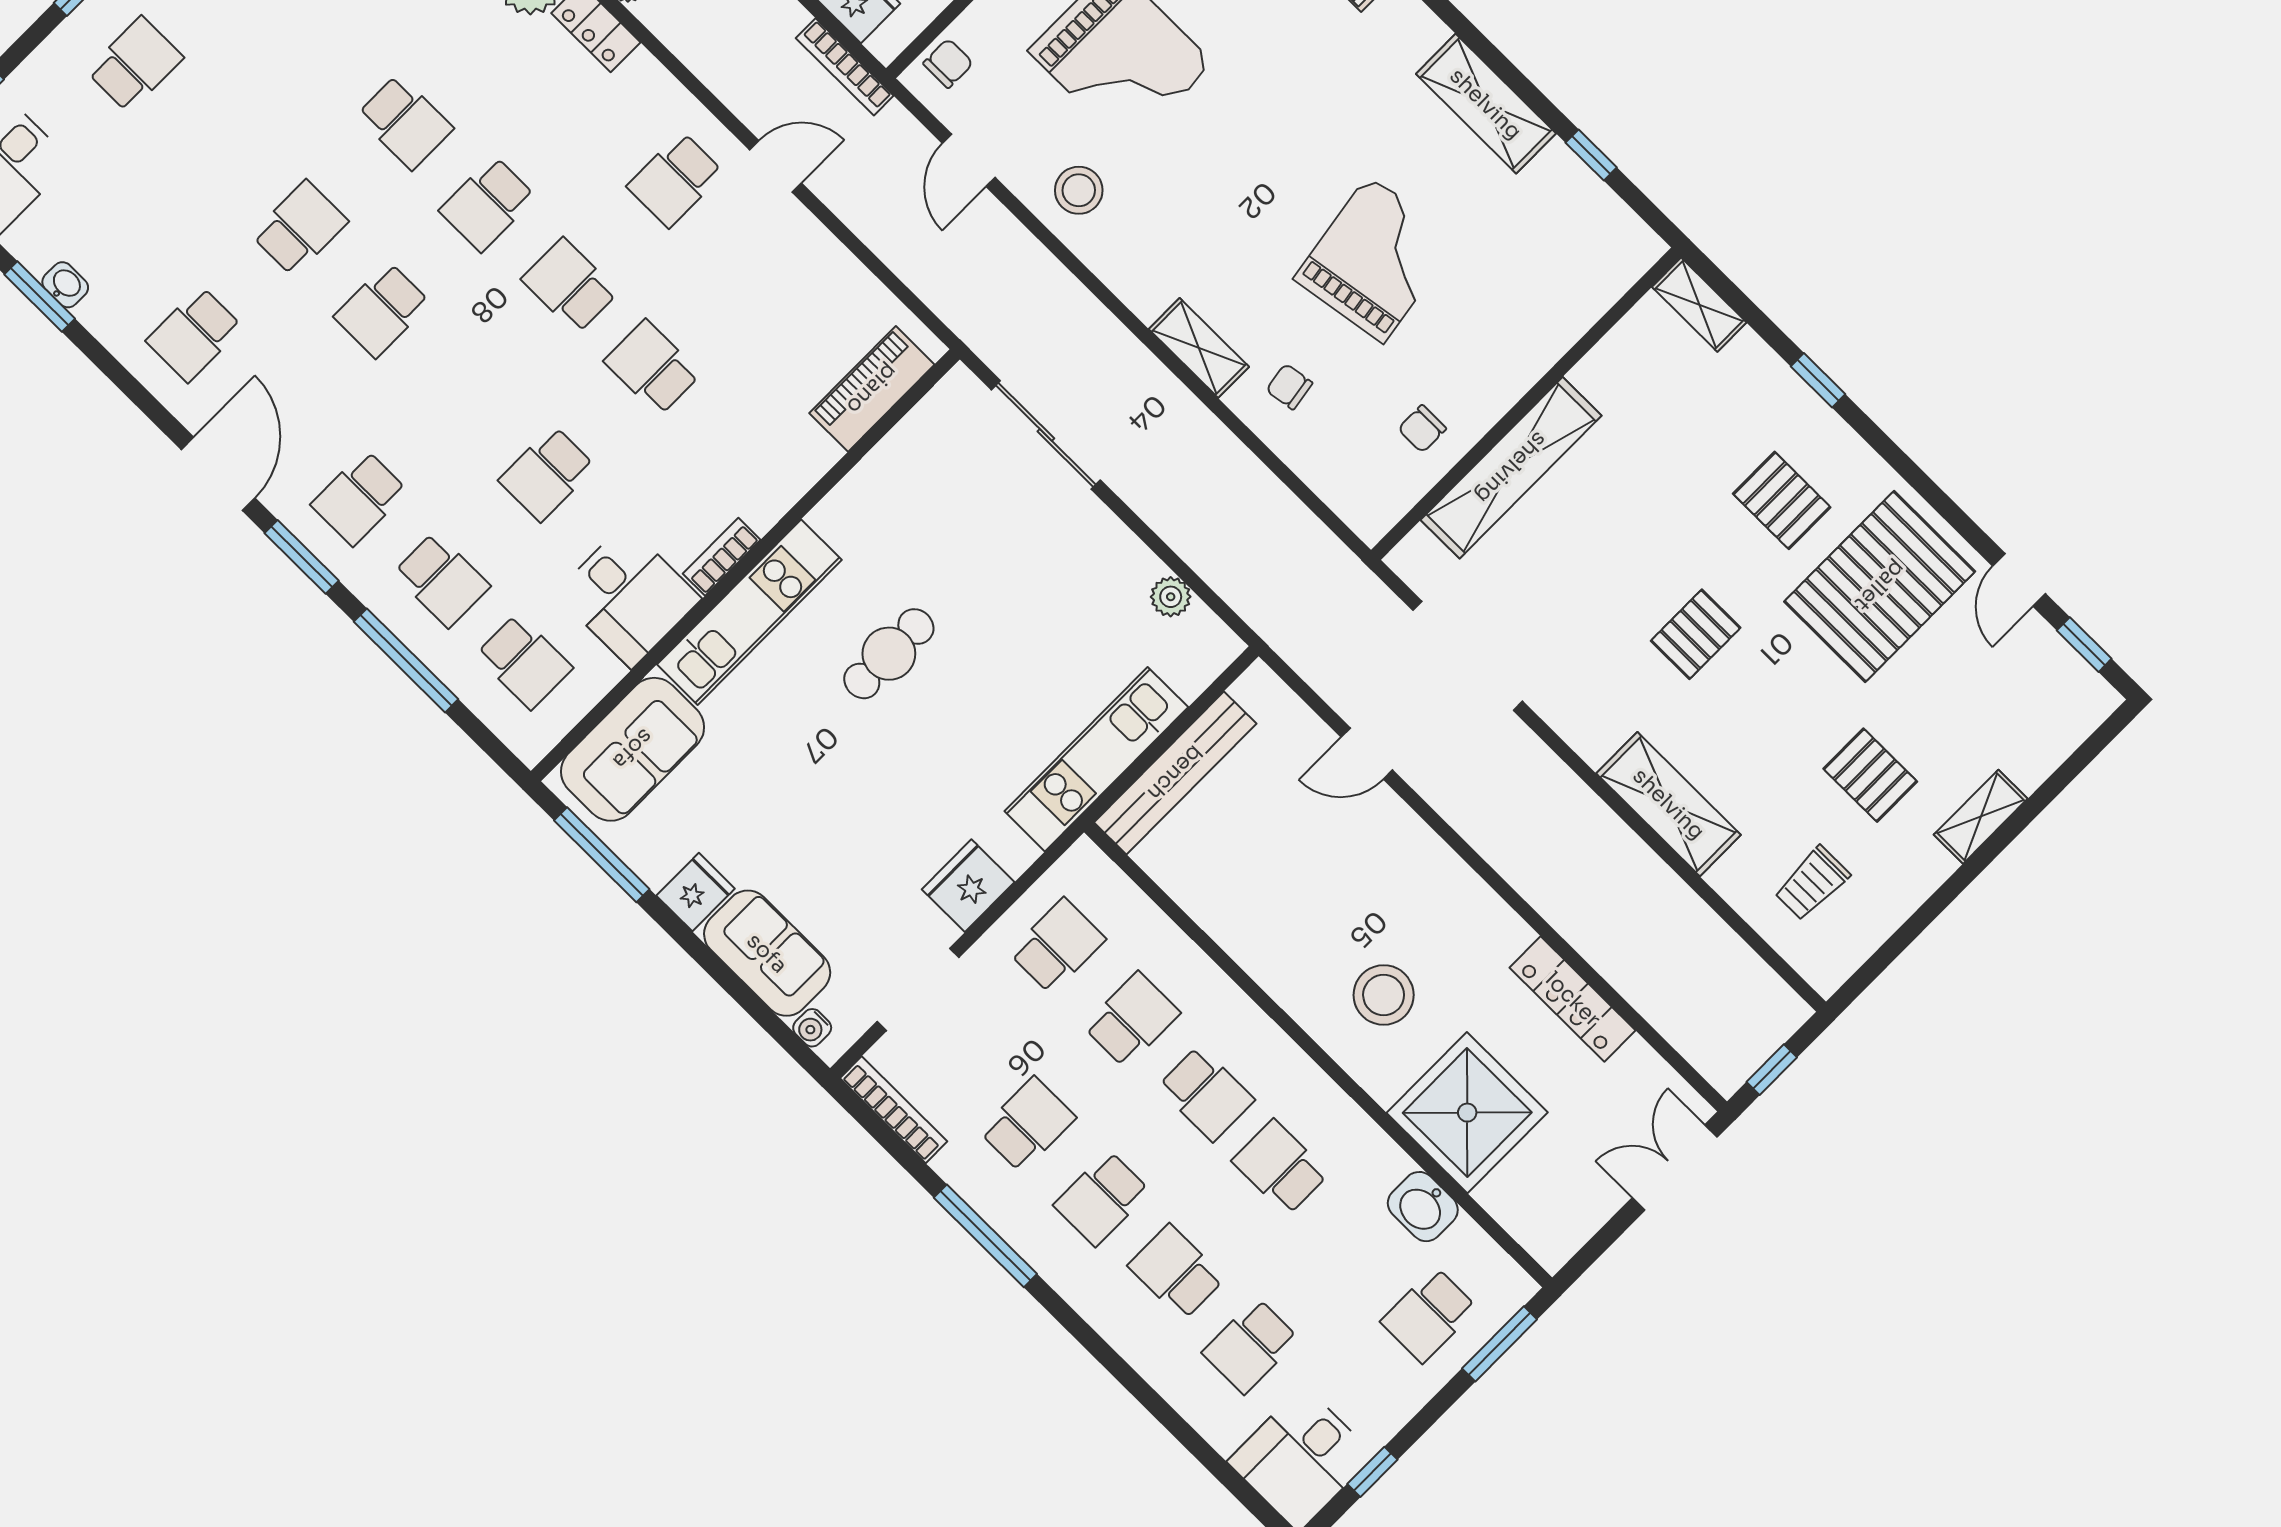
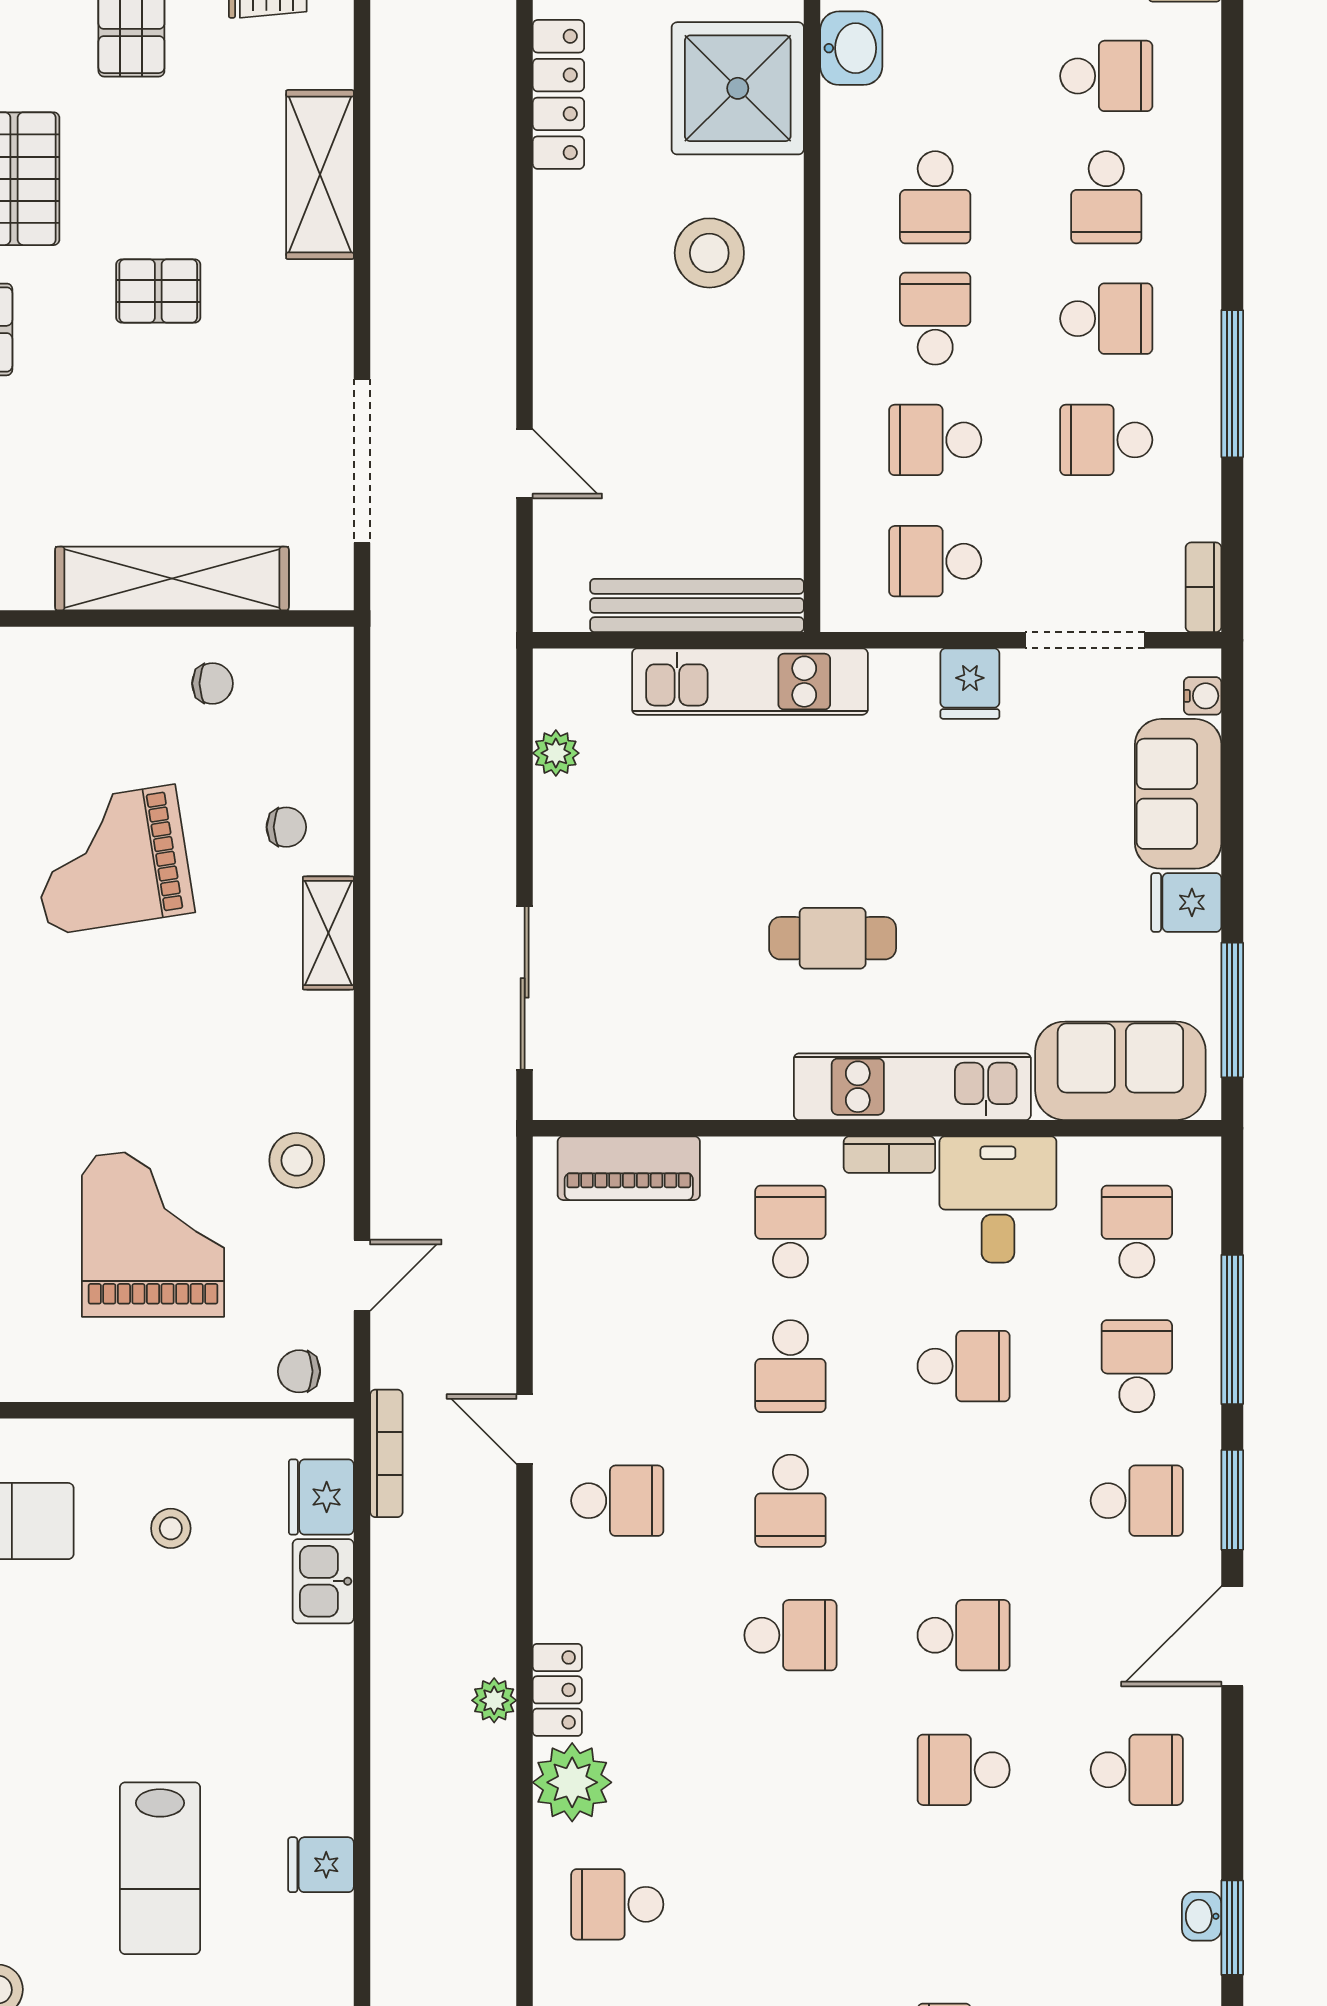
school desk: (405, 122) -> (790, 1232), moved
chair: (1289, 387) -> (286, 827), turned -81
fridge: (968, 886) -> (970, 684), width x0.72
bookcase: (894, 1110) -> (1203, 587), width x0.64

